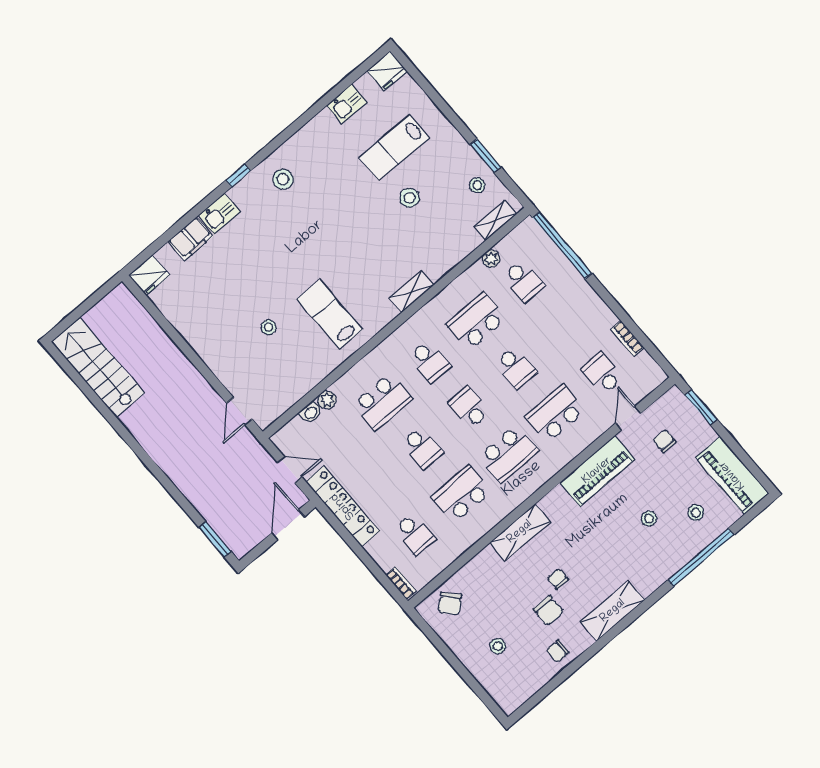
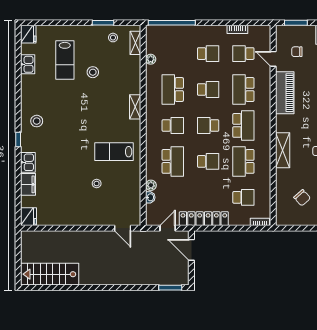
school desk: (523, 281) -> (208, 54), moved
chair: (450, 604) -> (302, 198), moved

